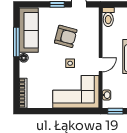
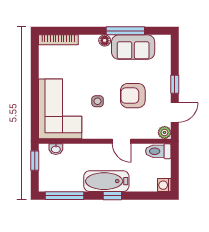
plant: (94, 12) -> (165, 132), added
sofa: (29, 30) -> (133, 47), width x0.73
armchair: (66, 36) -> (133, 96), turned 75
door: (101, 65) -> (121, 141), moved

